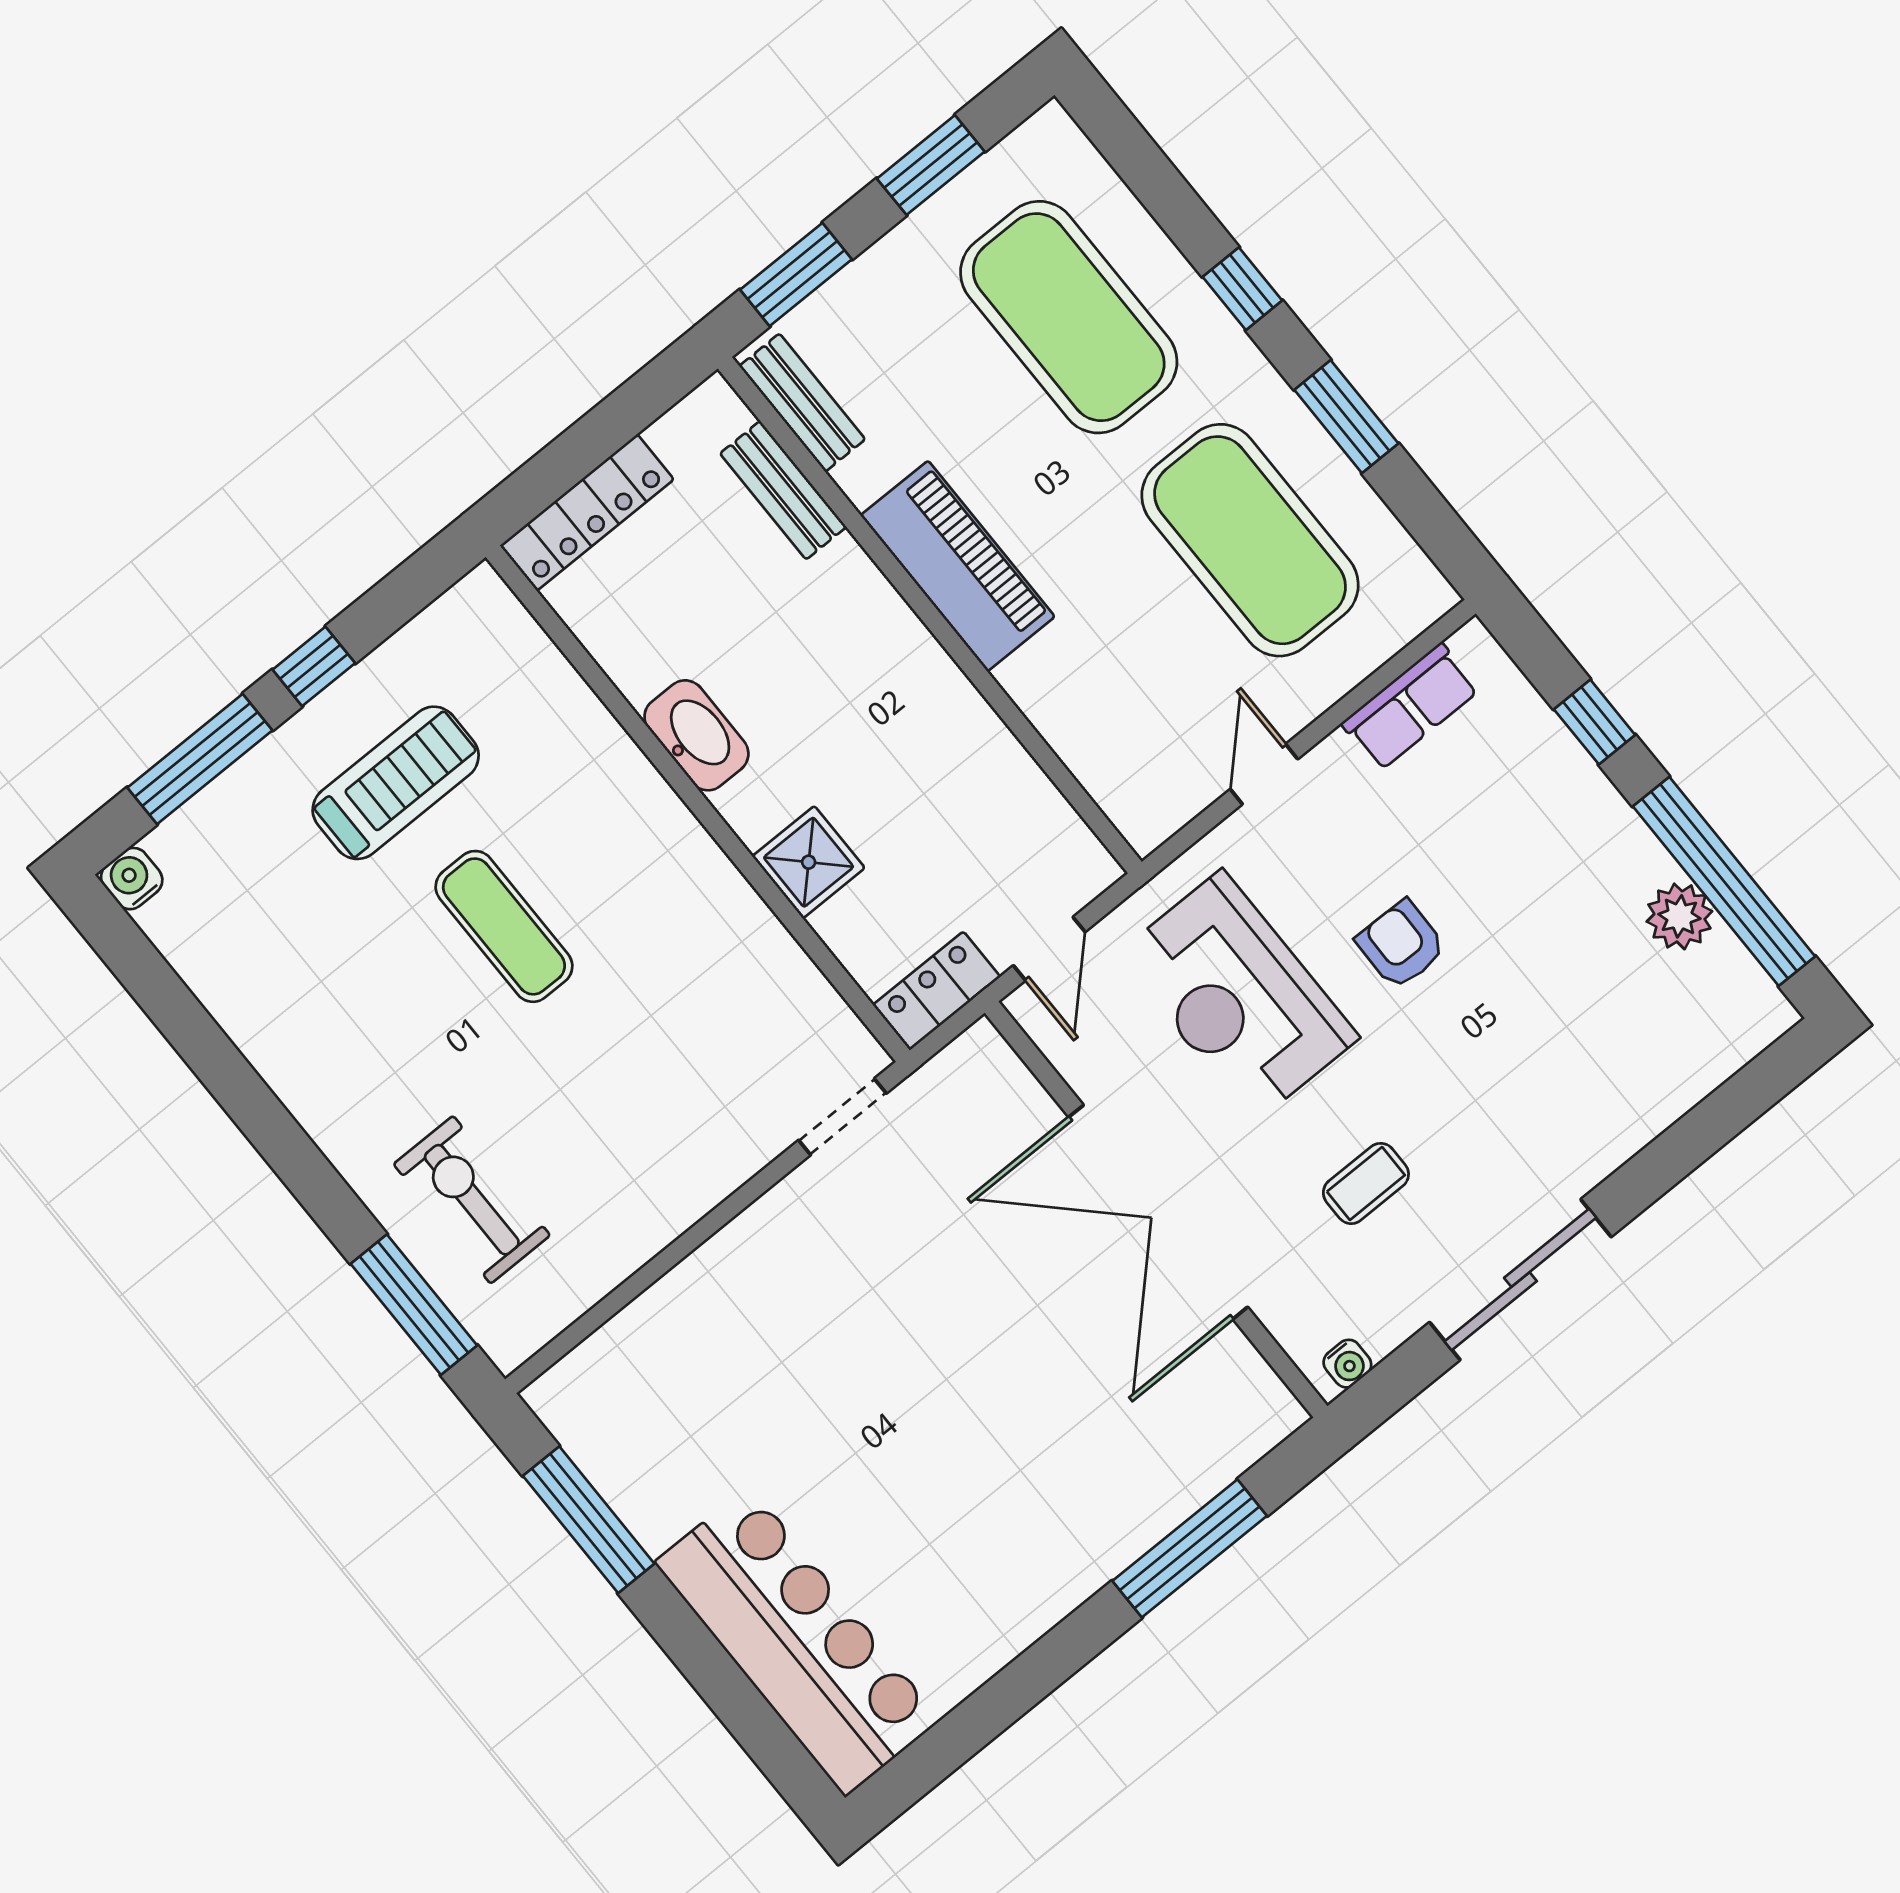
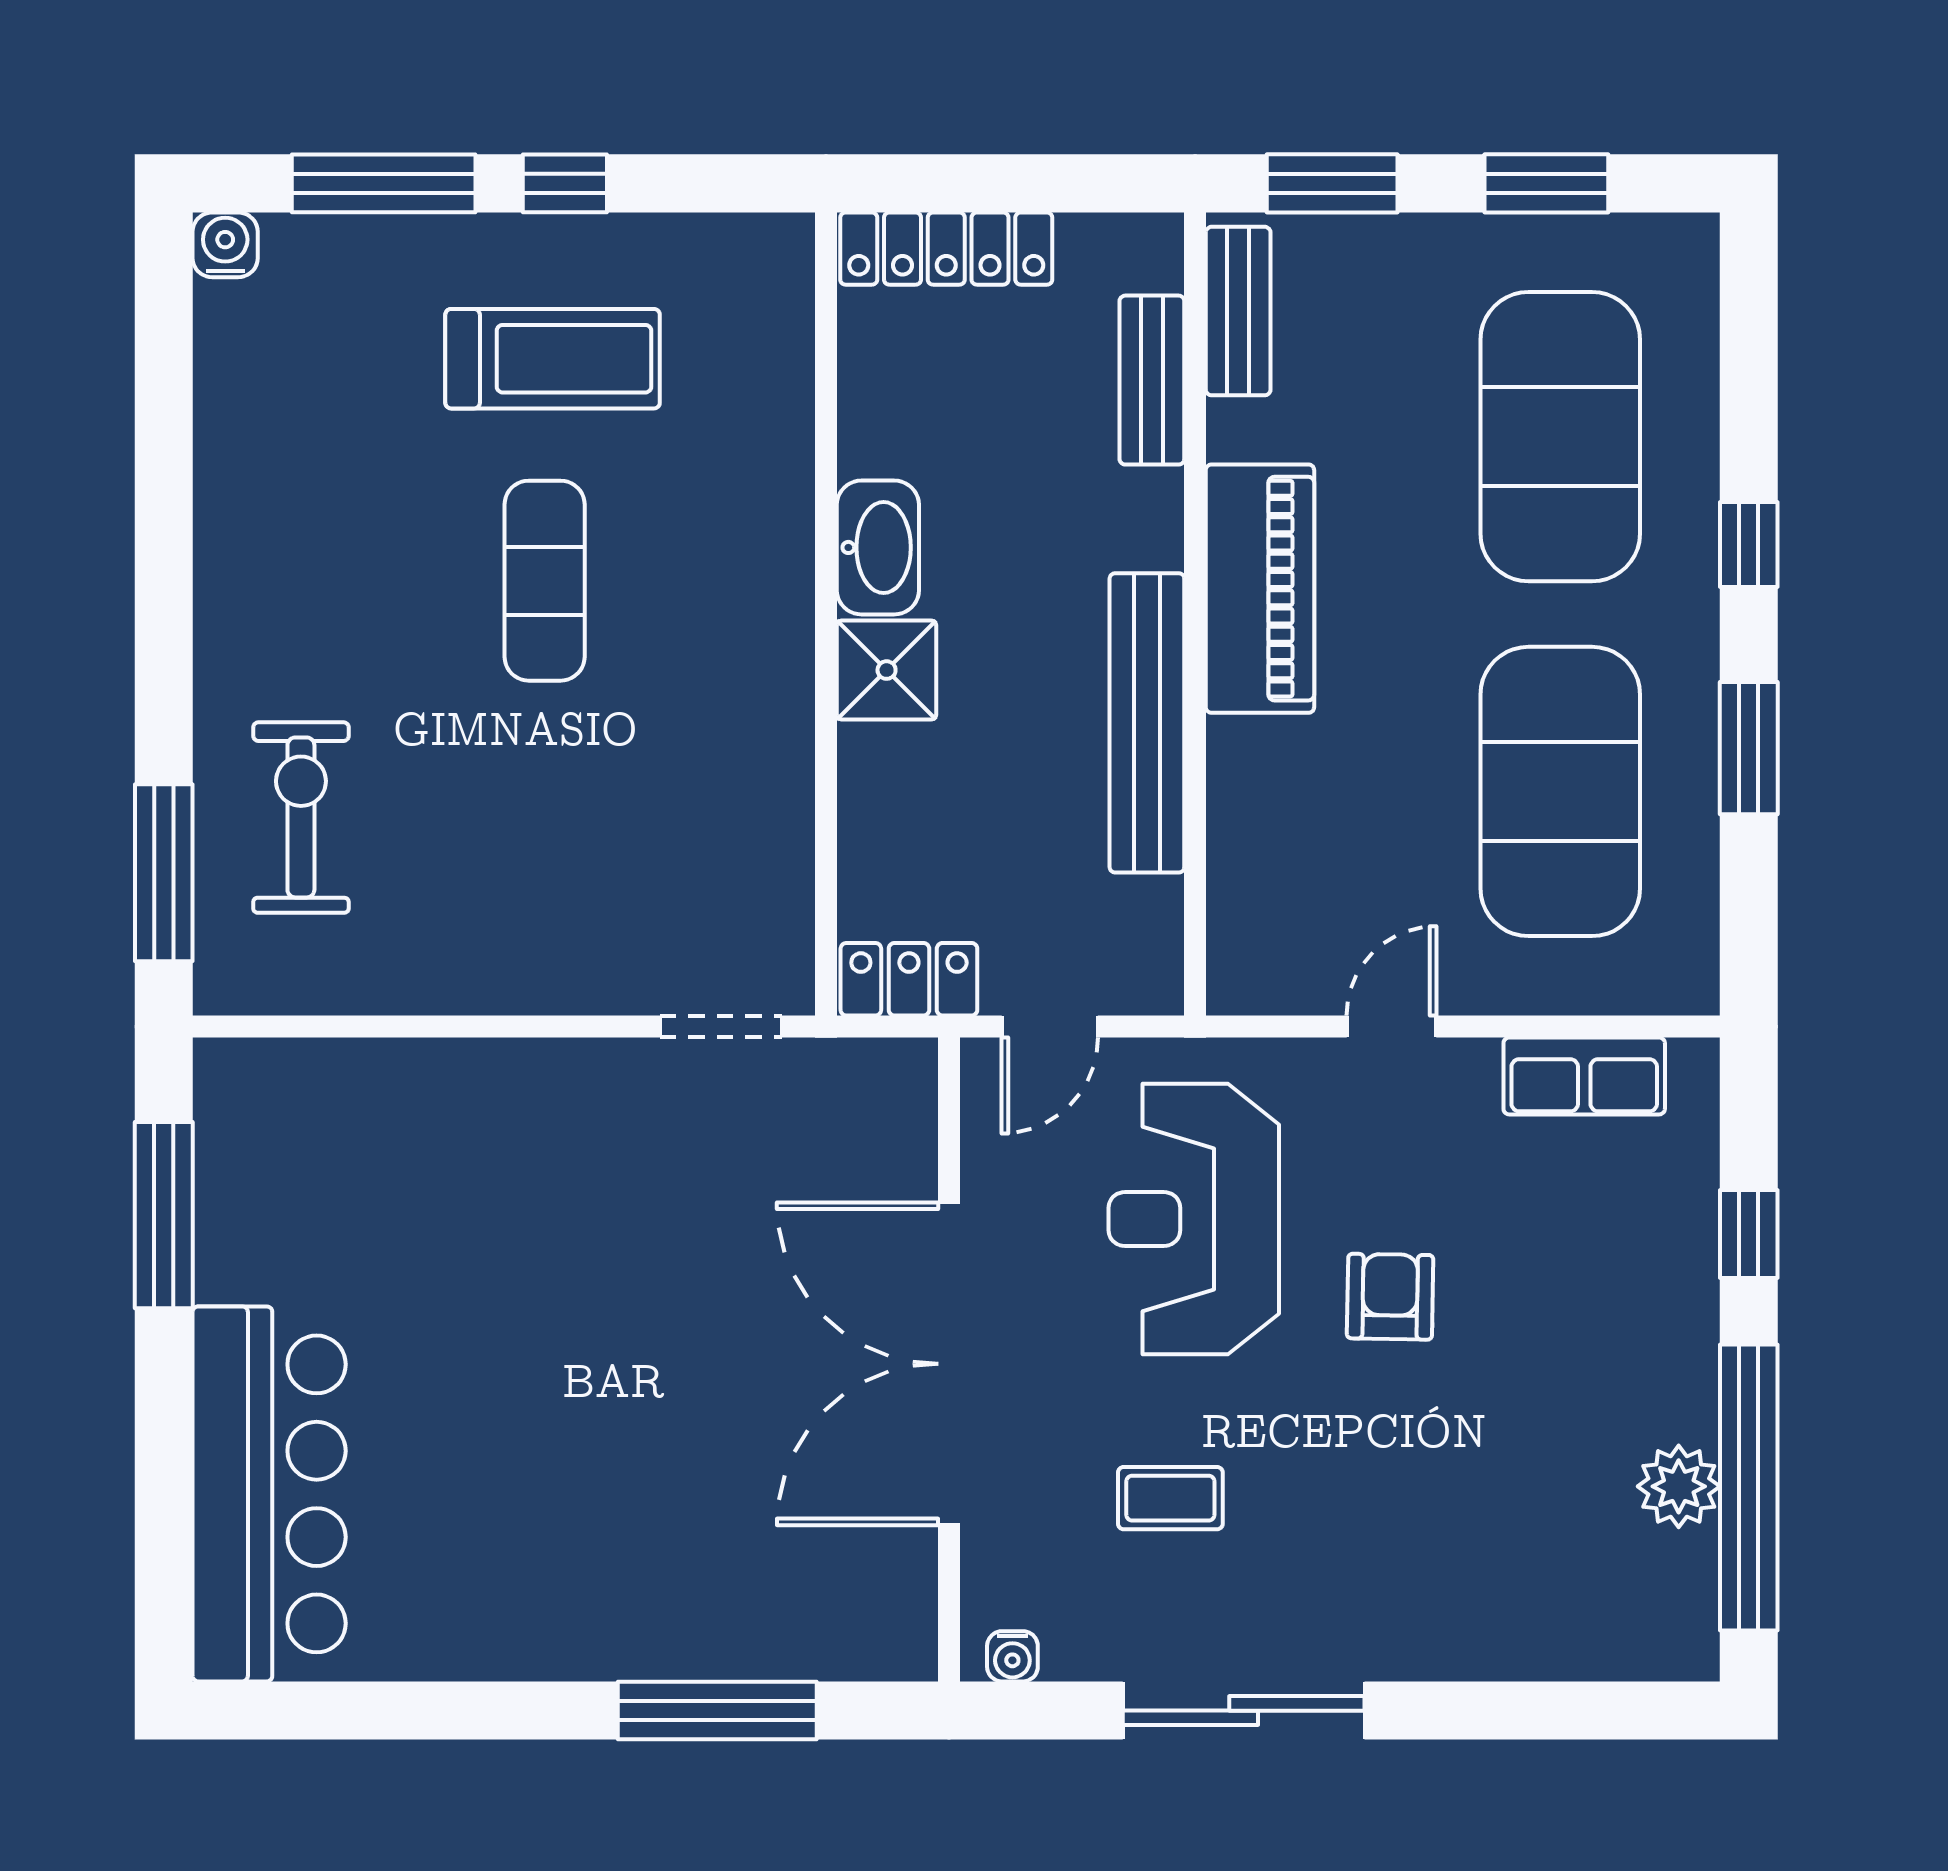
bench: (955, 708) -> (1147, 723), added
shower: (809, 862) -> (887, 670), moved

